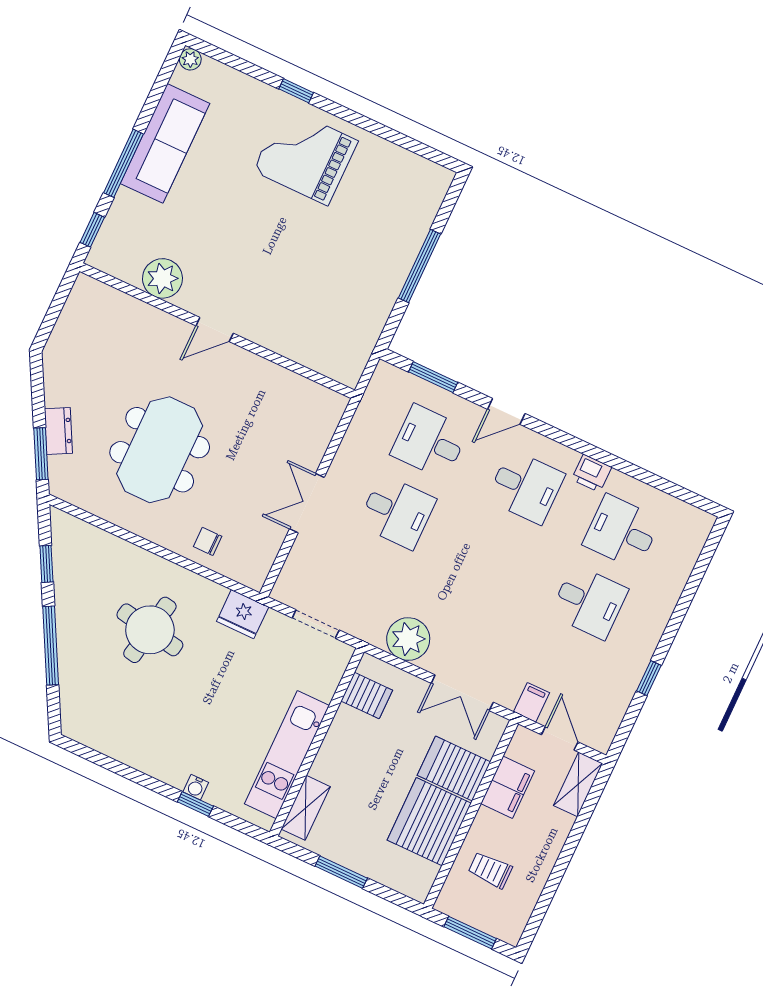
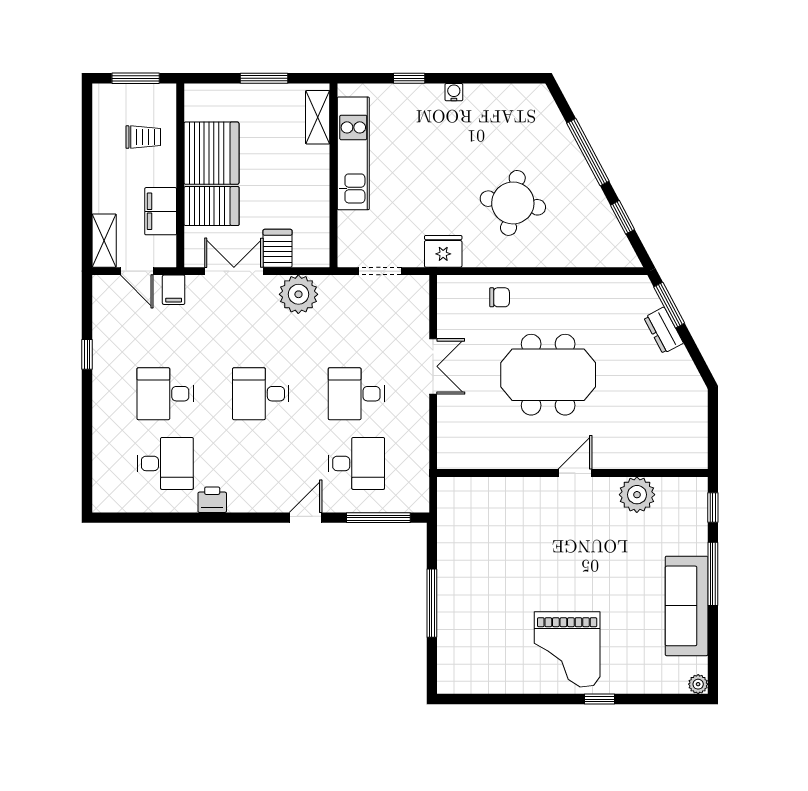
grand piano: (305, 156) -> (567, 649), turned 90
window: (433, 377) -> (378, 518), width x1.44
meeting table: (160, 450) -> (548, 375), moved, turned 90
desk: (526, 487) -> (261, 394), moved
server rack: (367, 696) -> (278, 248), moved, turned 90
water cooler: (196, 787) -> (454, 92), moved

